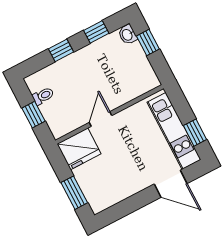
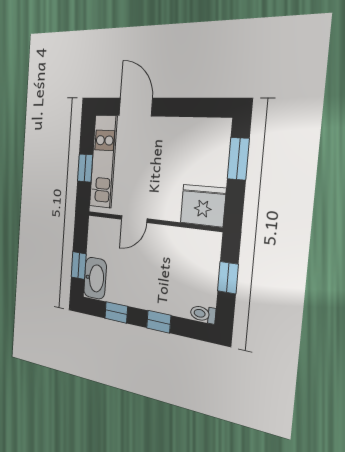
washbasin: (128, 35) -> (95, 278), width x1.91, depth x1.45
toilet: (43, 96) -> (203, 314), moved
door: (100, 119) -> (134, 219), moved
window: (195, 133) -> (85, 168), moved

